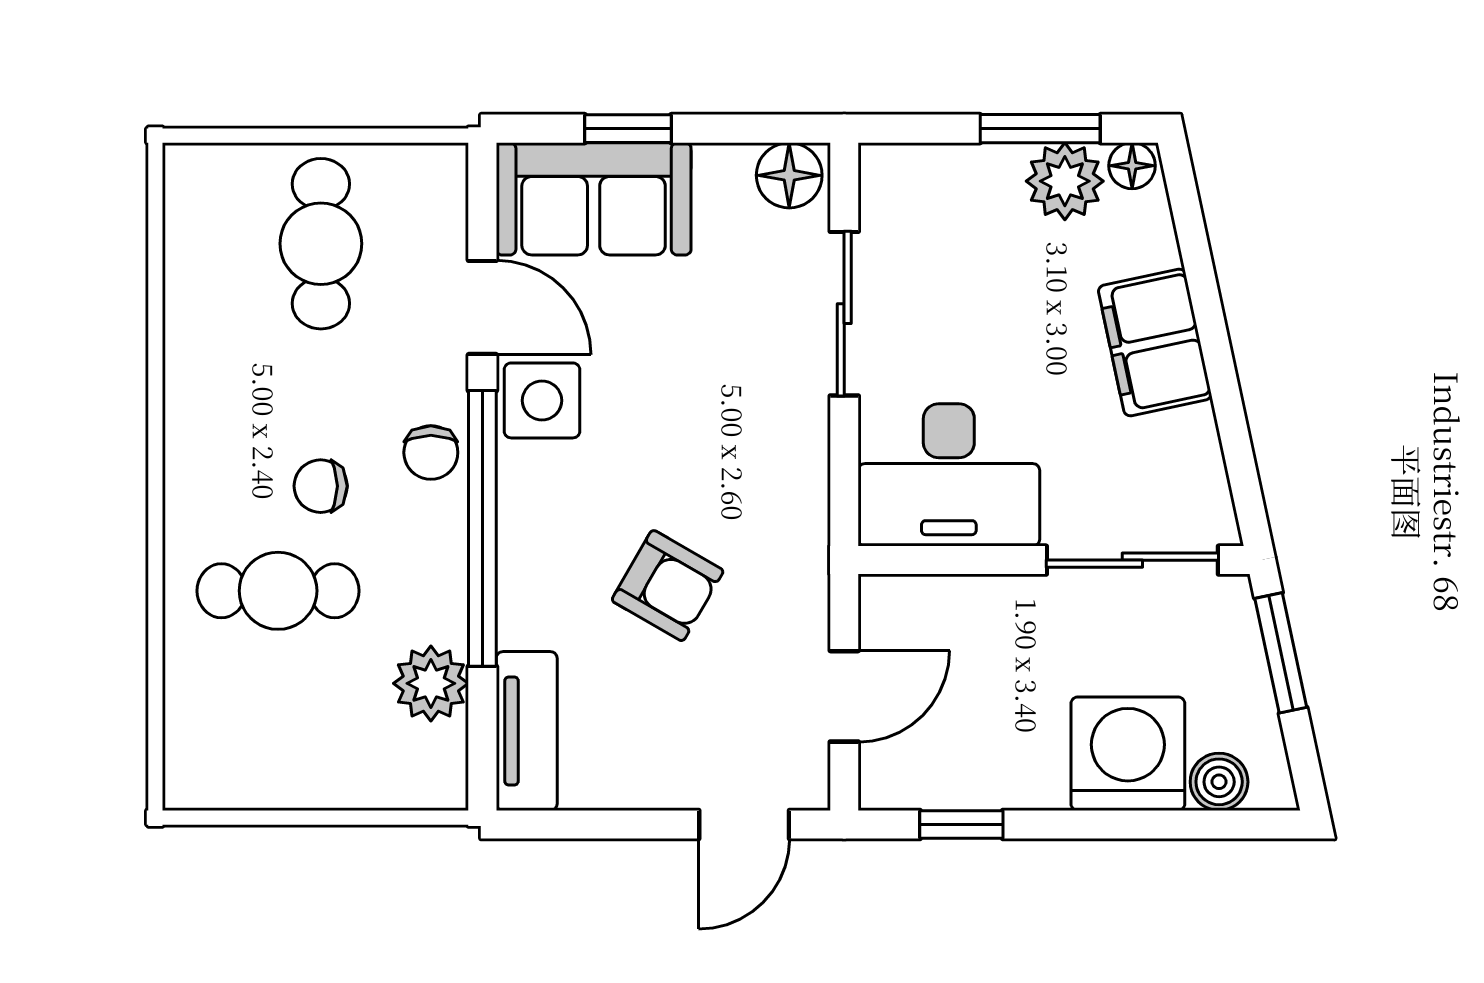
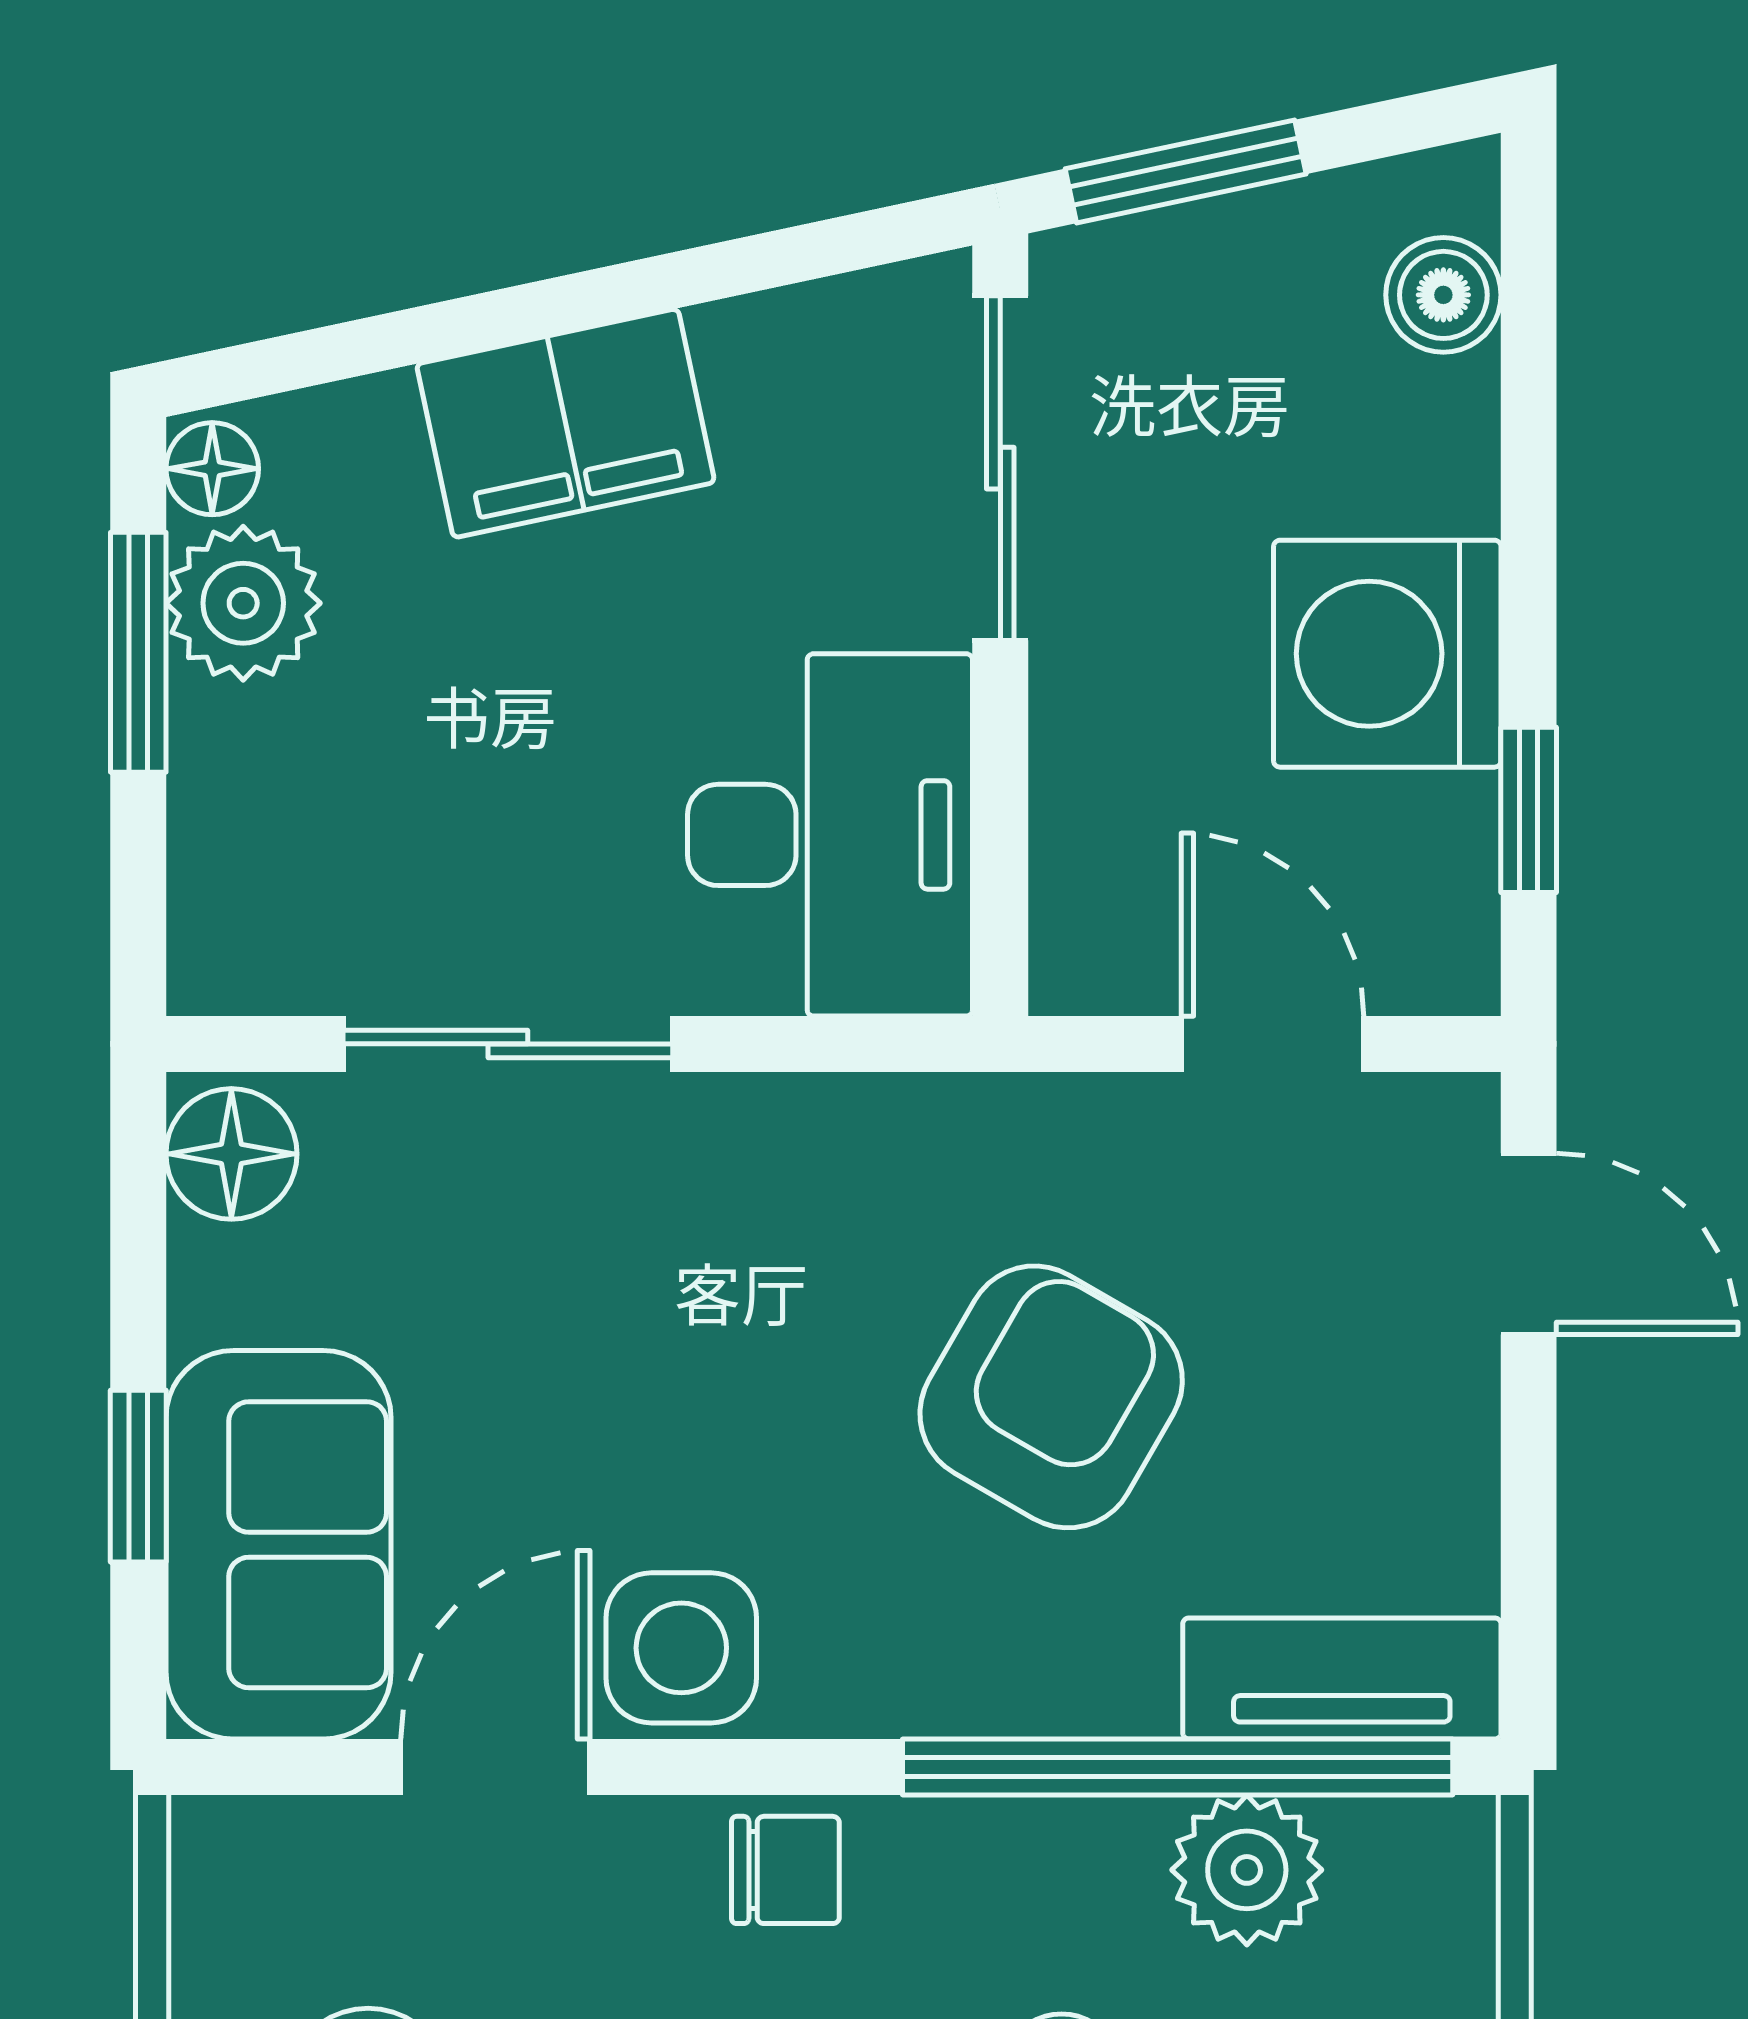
window: (482, 528) -> (1178, 1767), moved
armchair: (668, 586) -> (1051, 1397), width x1.38, depth x1.38
washing machine: (1128, 754) -> (1387, 654), moved

